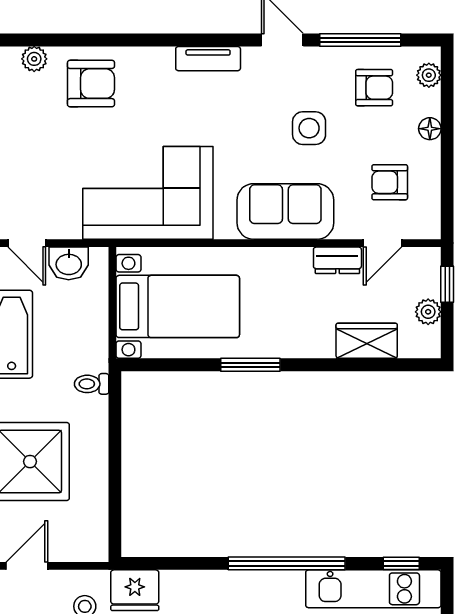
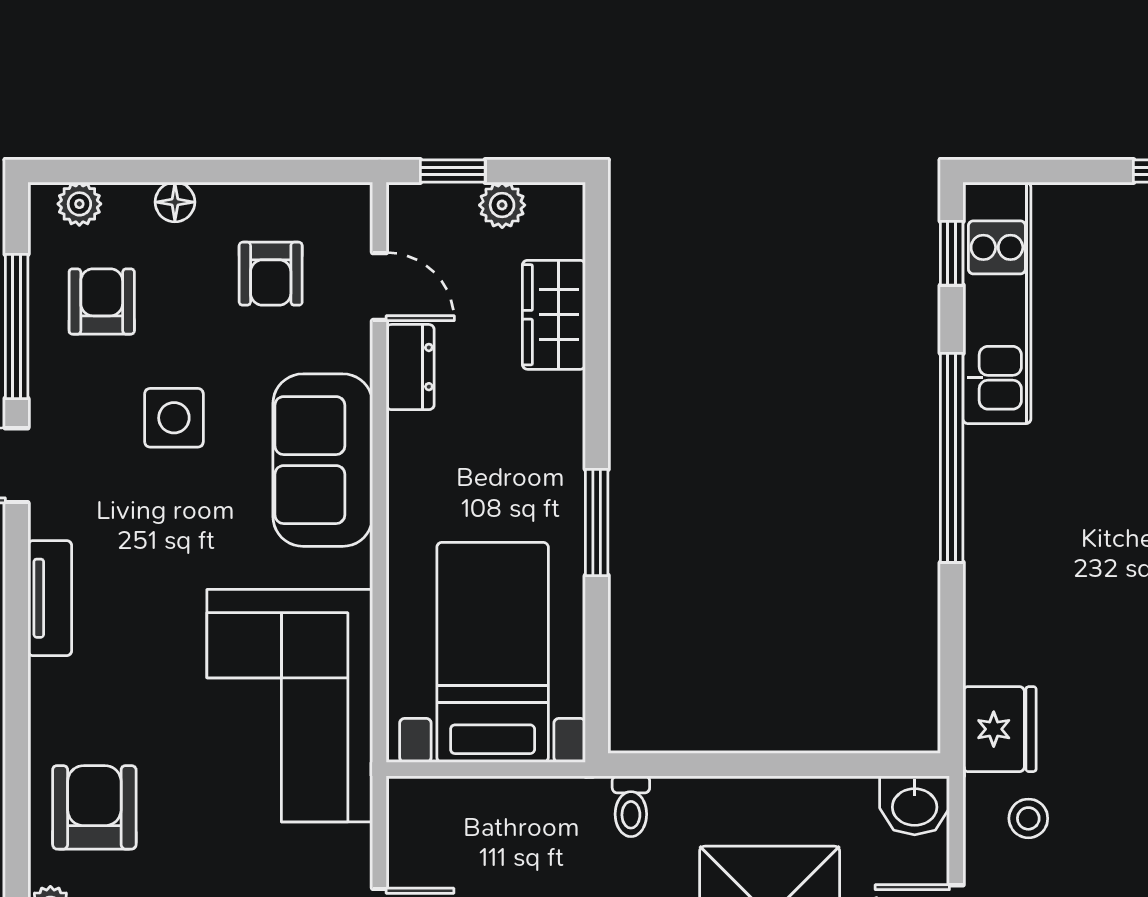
washbasin: (69, 263) -> (915, 805), moved, turned 90

